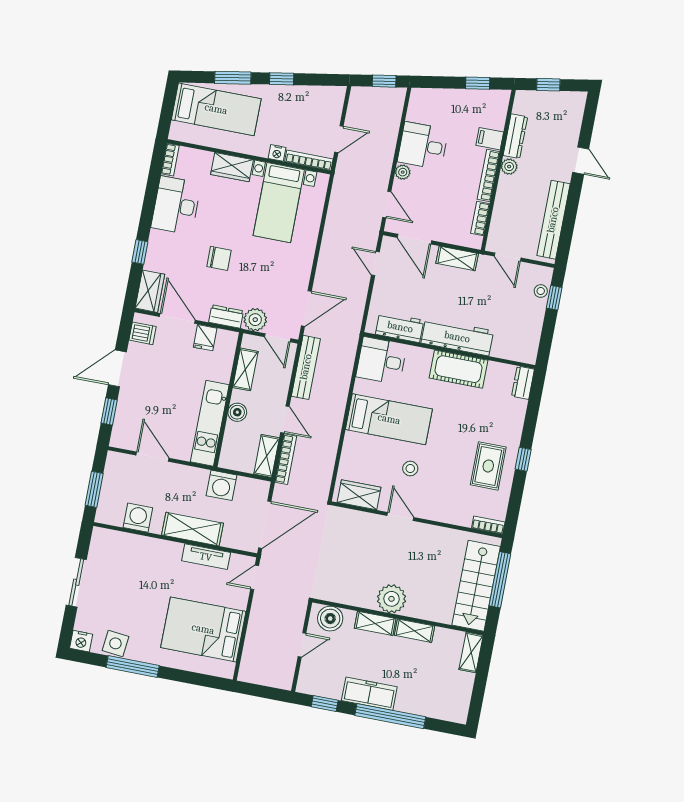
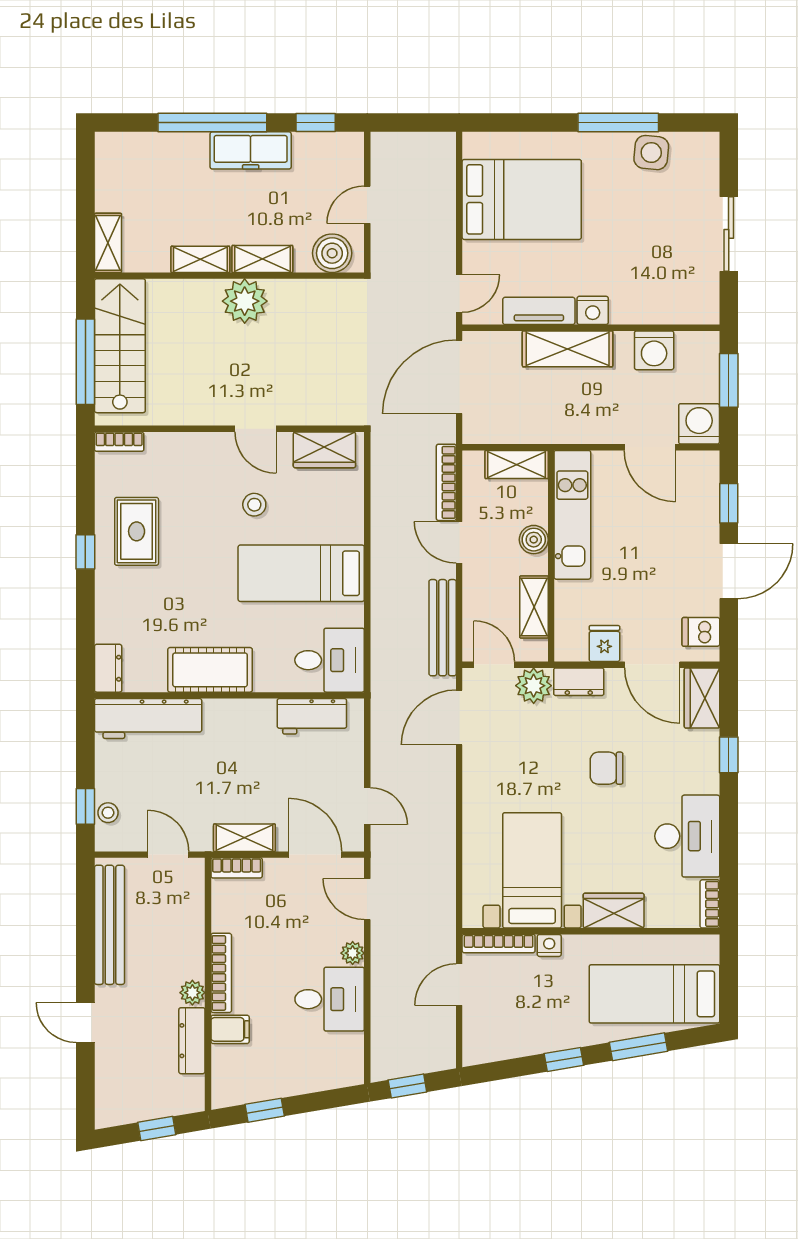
bookcase: (480, 218) -> (237, 868), moved, turned 90
workbench: (457, 337) -> (148, 718), moved
shelving: (267, 456) -> (517, 464), moved, turned 90
washing machine: (221, 485) -> (699, 424), moved
nightstand: (81, 641) -> (593, 310), moved, turned 180

